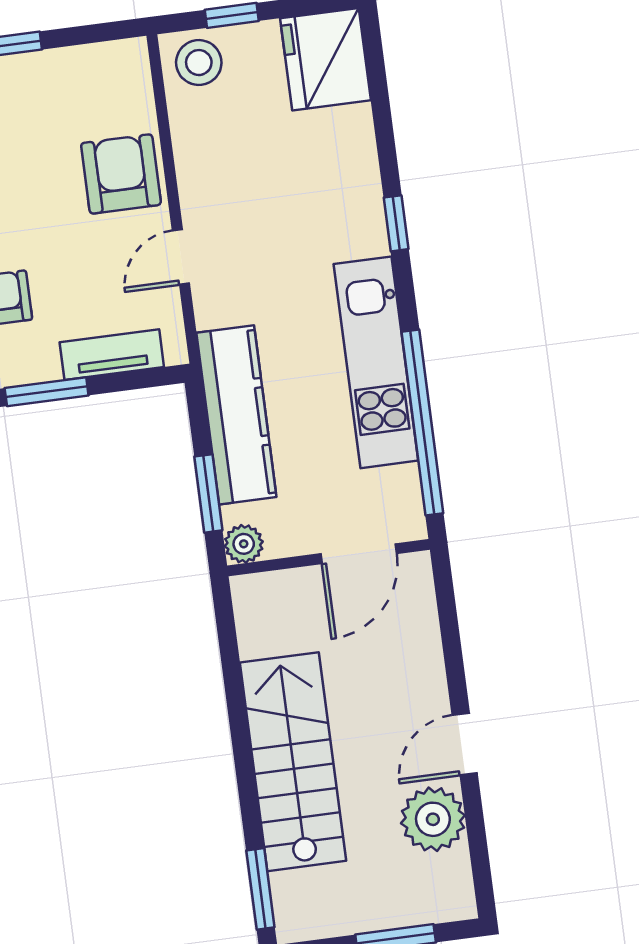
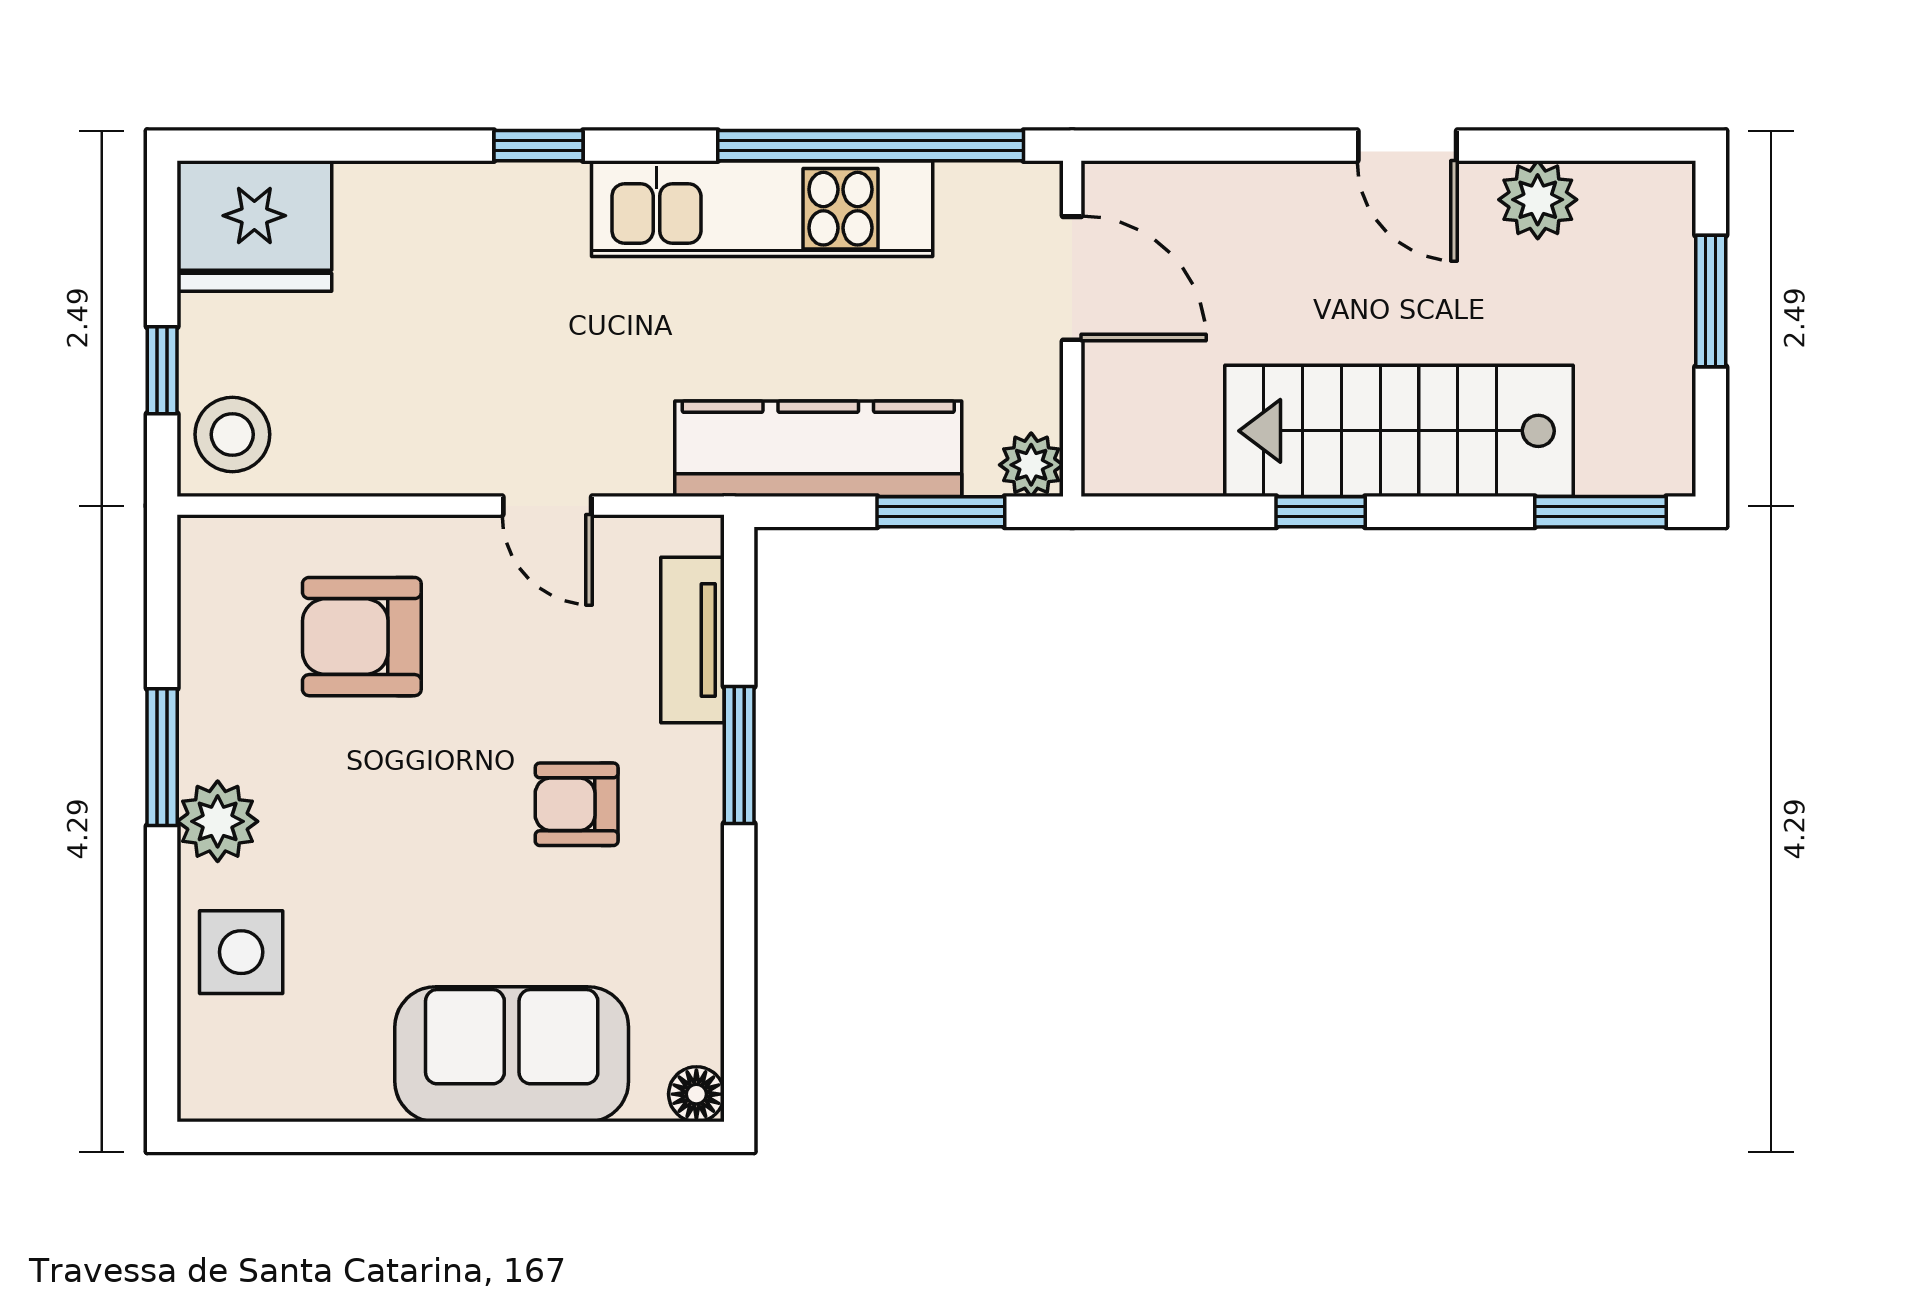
armchair: (121, 174) -> (362, 637), moved
window: (238, 721) -> (1321, 512), added
plant: (433, 819) -> (1538, 200), width x0.73, depth x0.73

